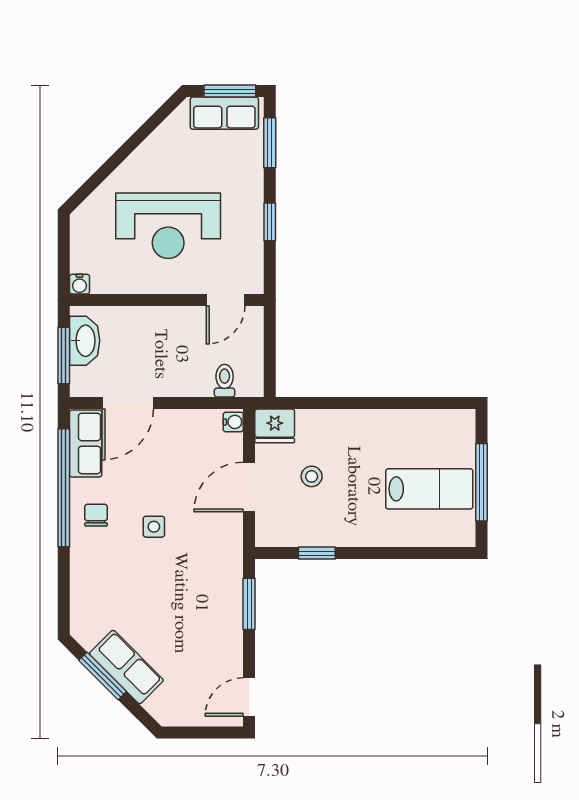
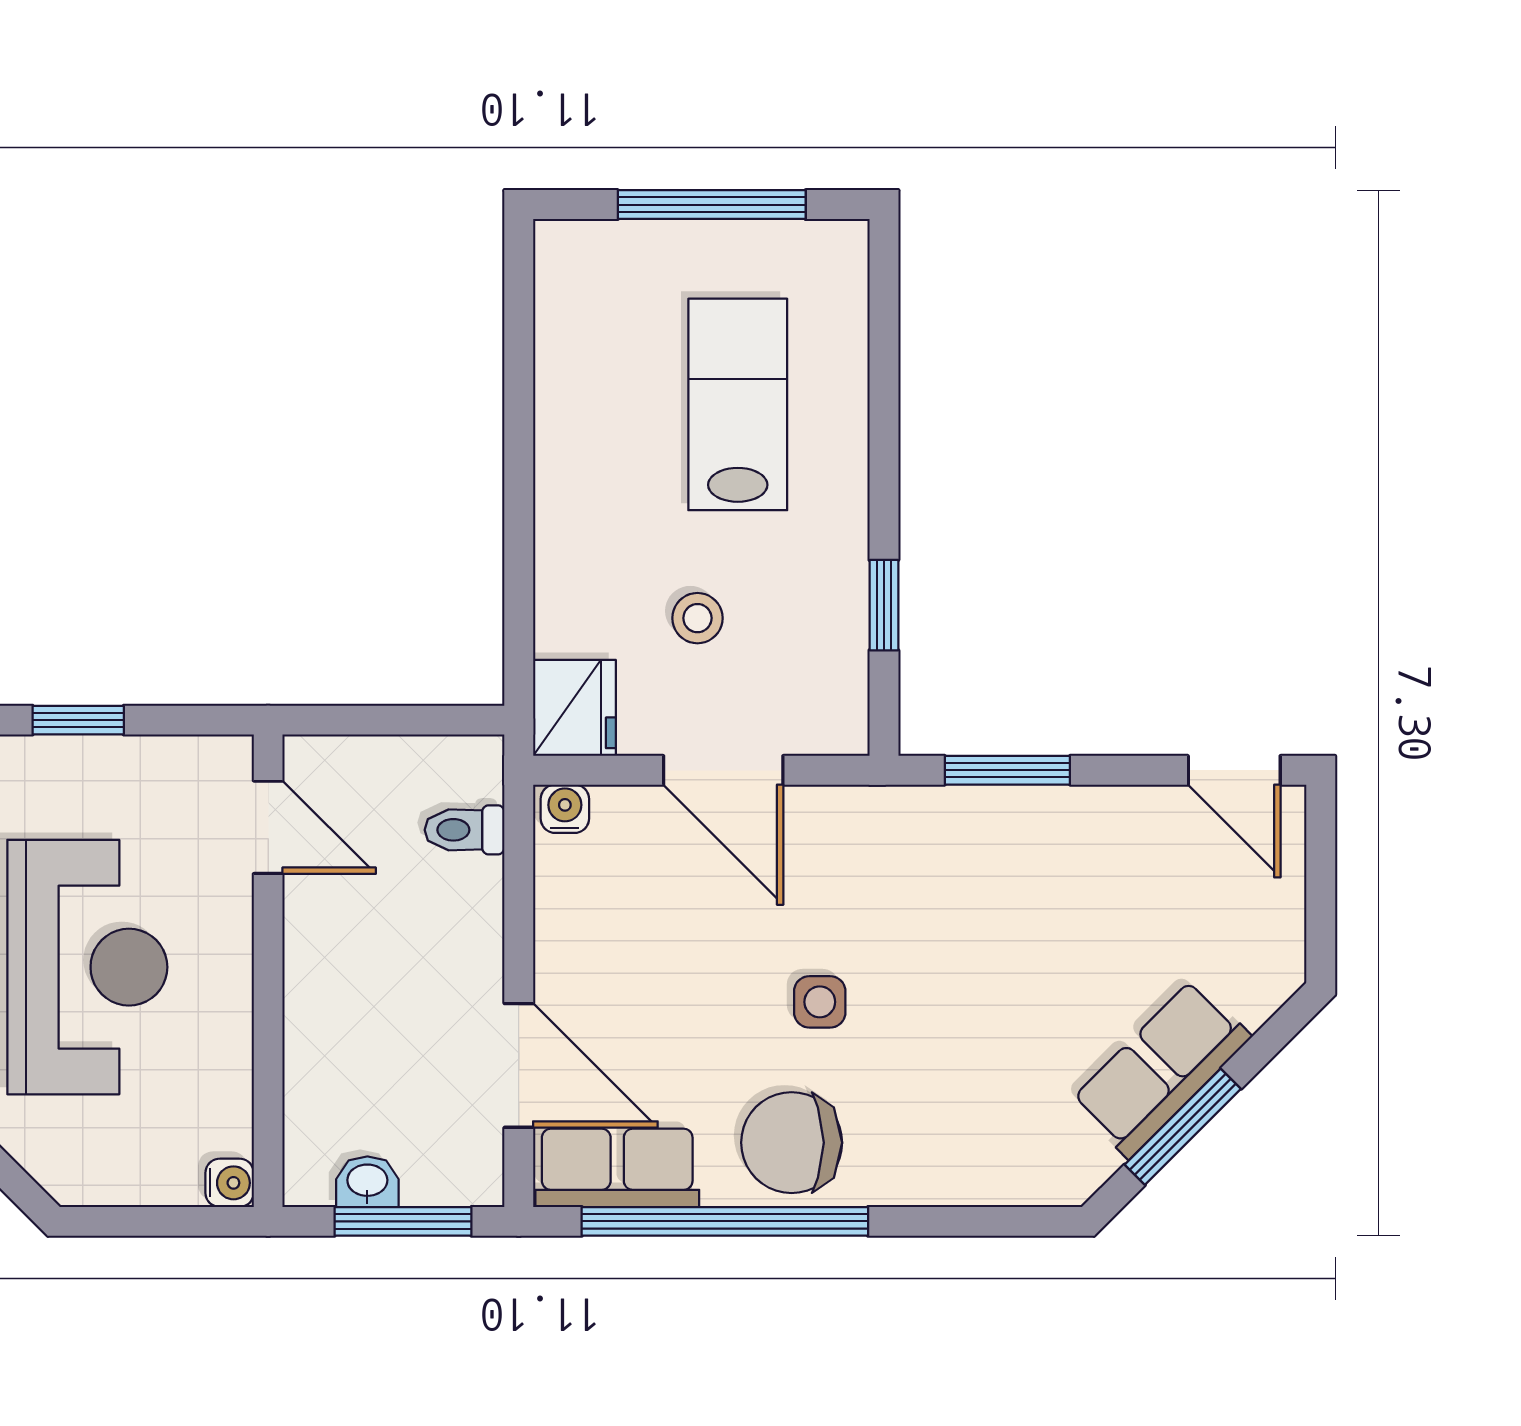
washbasin: (85, 341) -> (367, 1182), width x0.52, depth x0.69
lab bench: (429, 489) -> (738, 404), moved
chair: (96, 515) -> (792, 1143), width x1.87, depth x1.87

